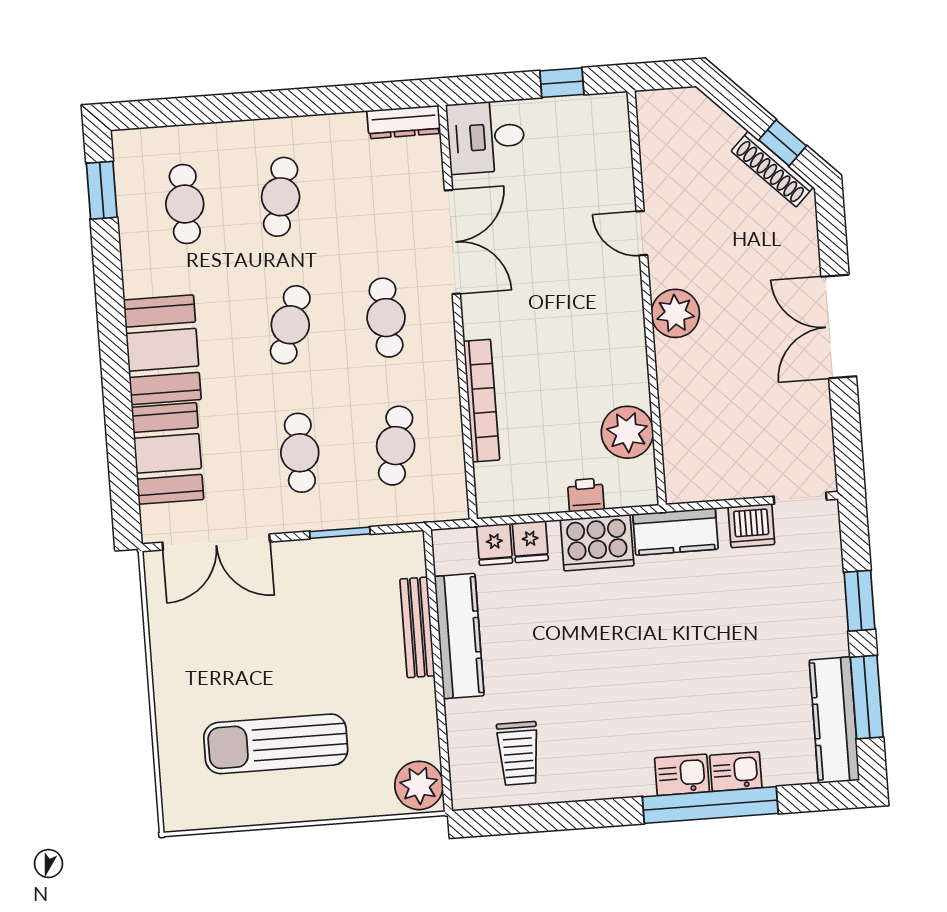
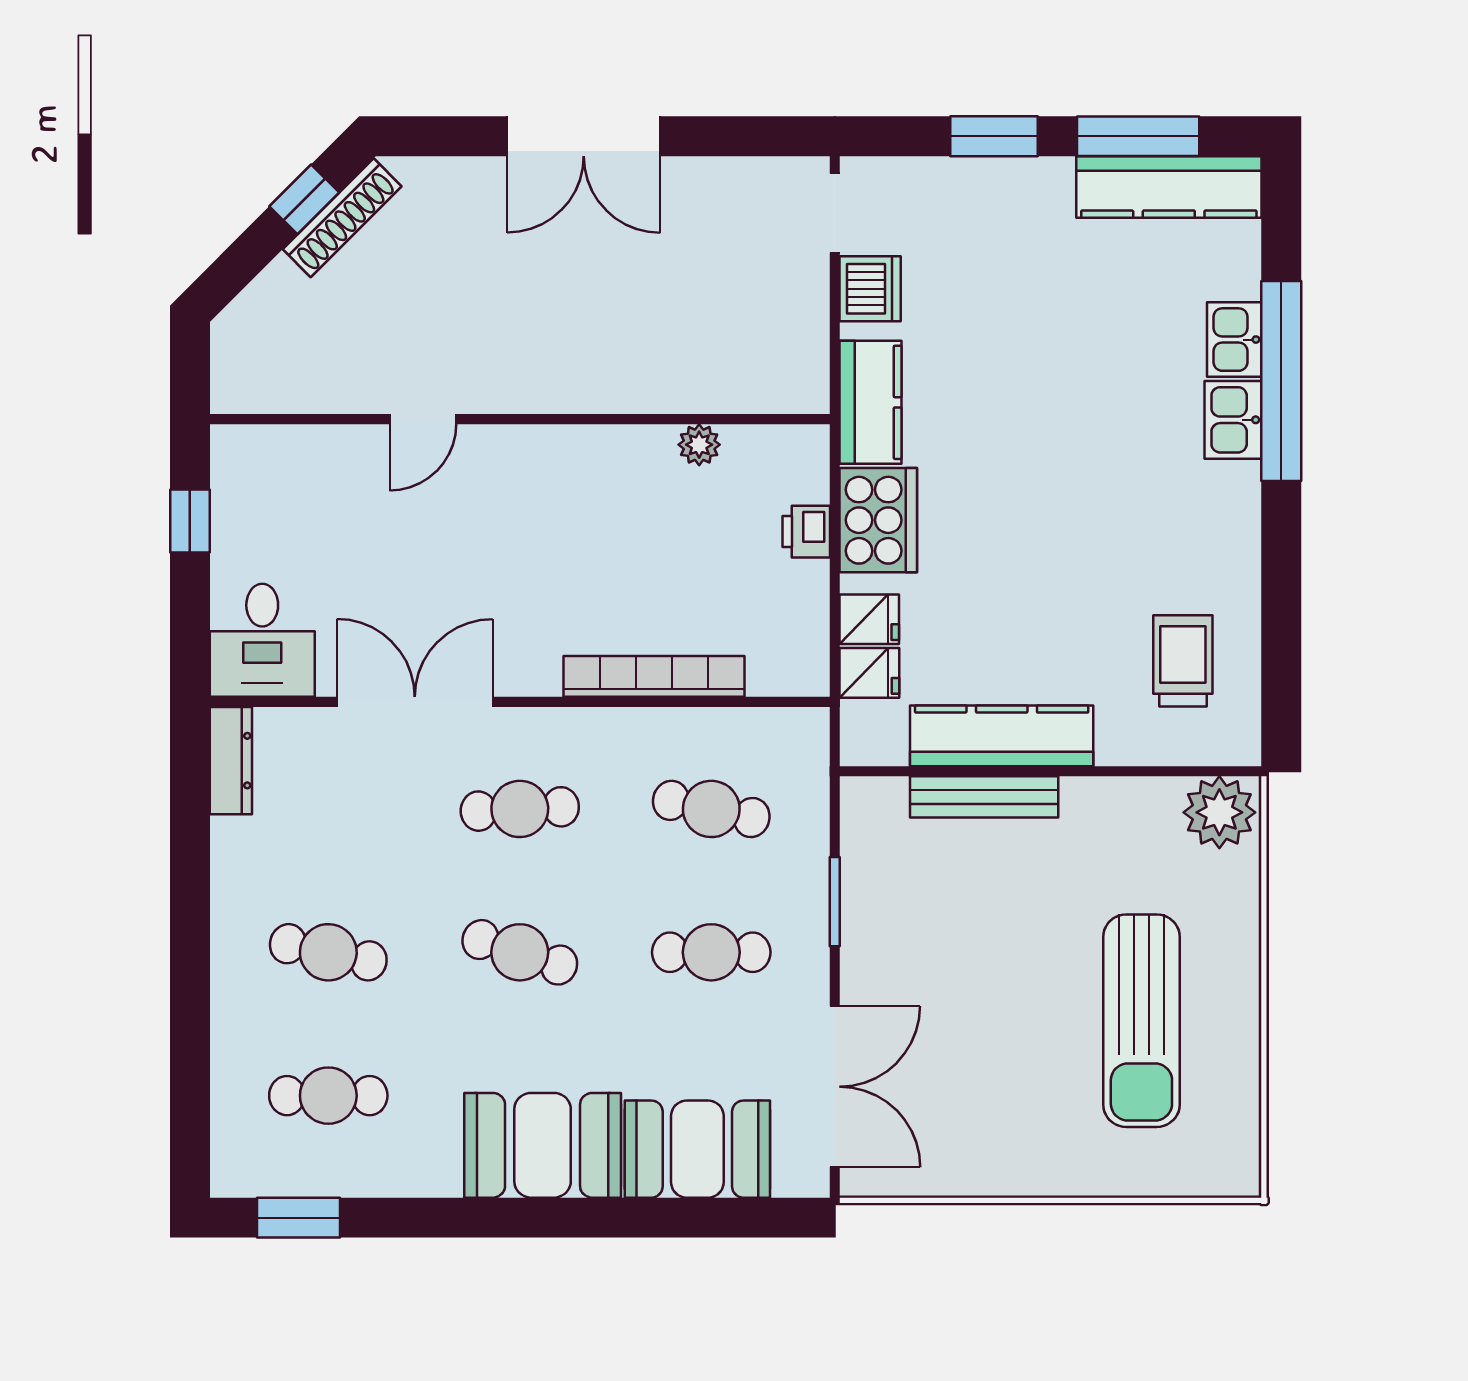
plant: (675, 313) -> (546, 378), removed
plant: (627, 432) -> (699, 445), width x0.53, depth x0.53
trolley: (518, 753) -> (1183, 661), turned -90

